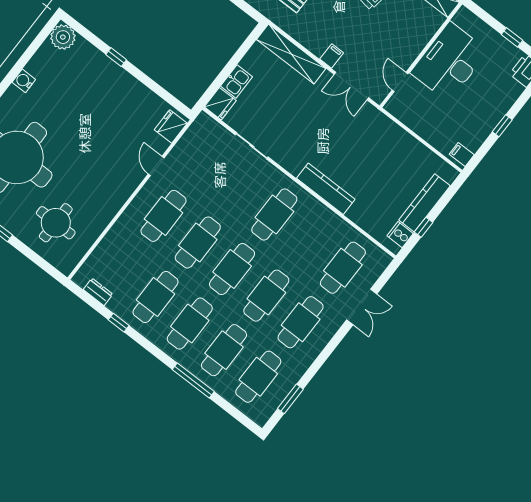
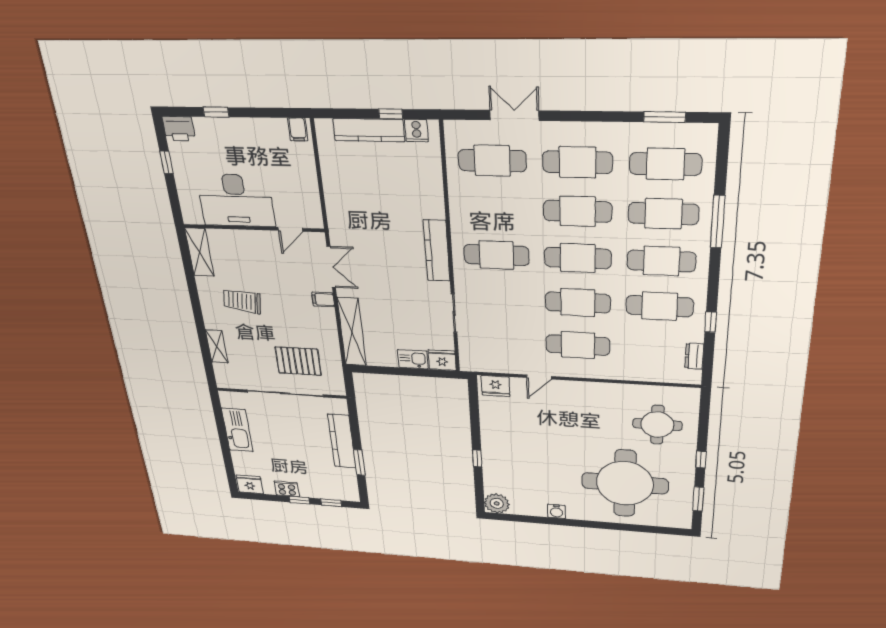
window: (502, 126) -> (216, 112), moved
kitchen counter: (326, 189) -> (437, 251), moved

